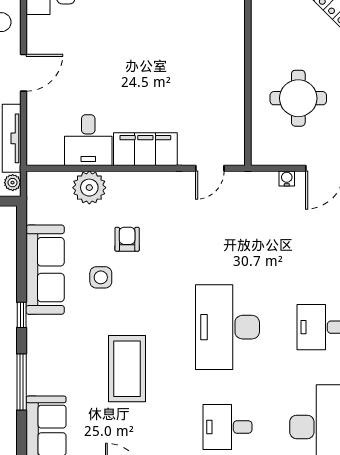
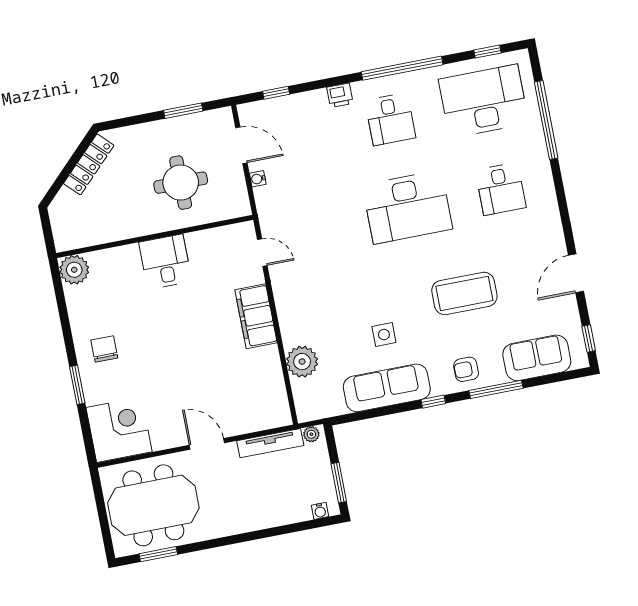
desk: (88, 140) -> (165, 262), moved, turned -90
armchair: (127, 239) -> (466, 369), moved

